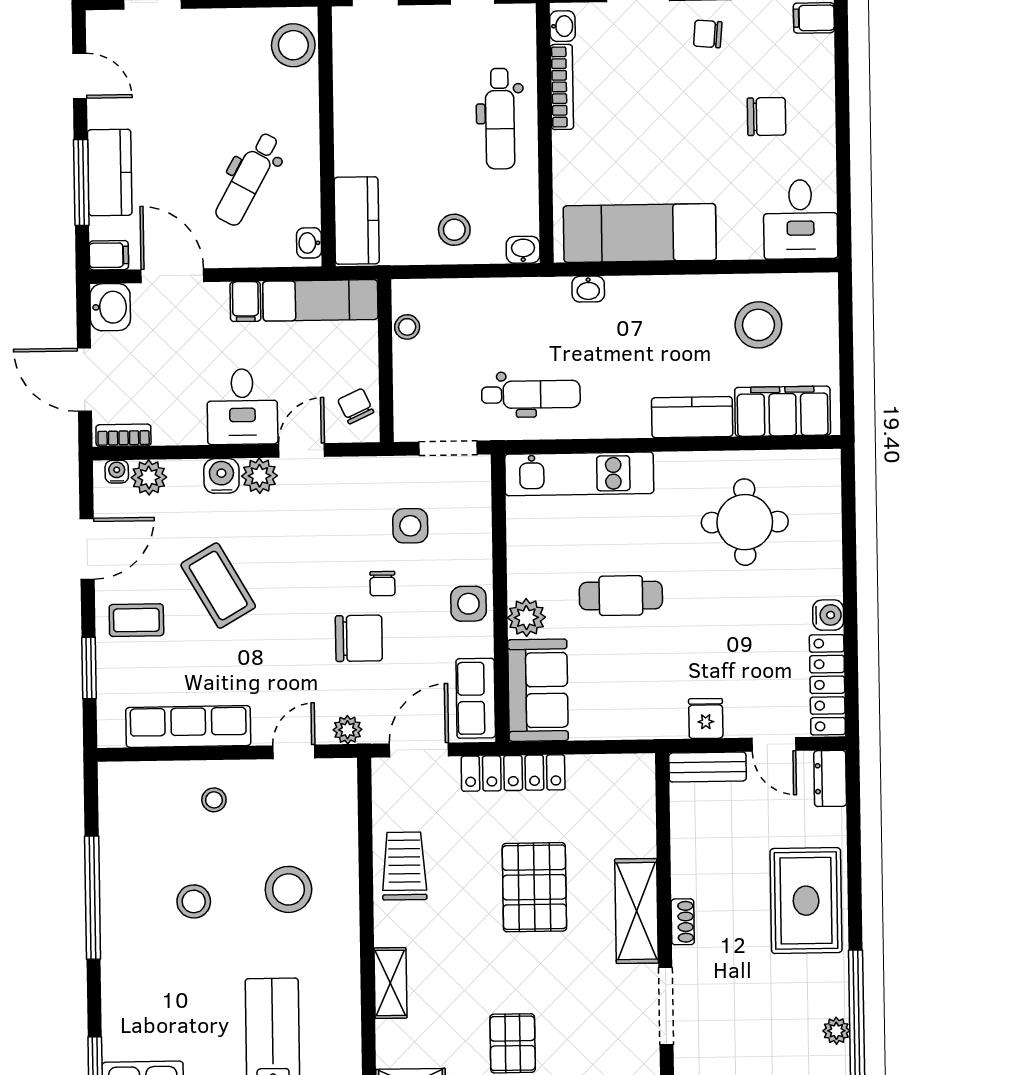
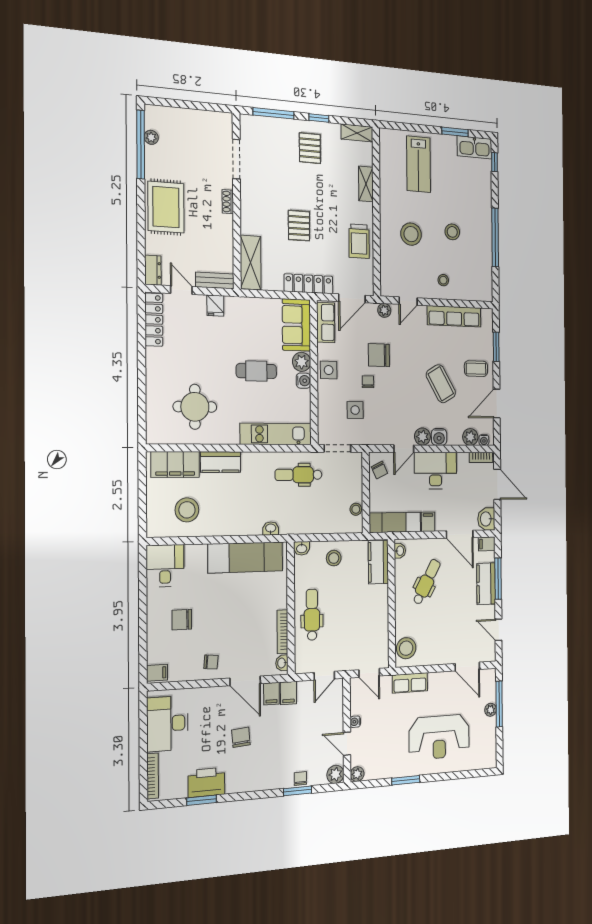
desk: (242, 407) -> (435, 470), width x1.37
water cooler: (828, 615) -> (303, 381), moved, turned 180
pallet: (534, 887) -> (299, 226), width x0.67, depth x0.71
shelving: (637, 911) -> (251, 262), moved

